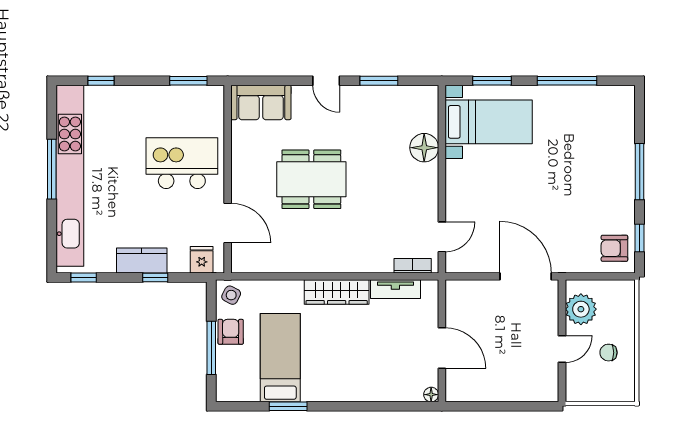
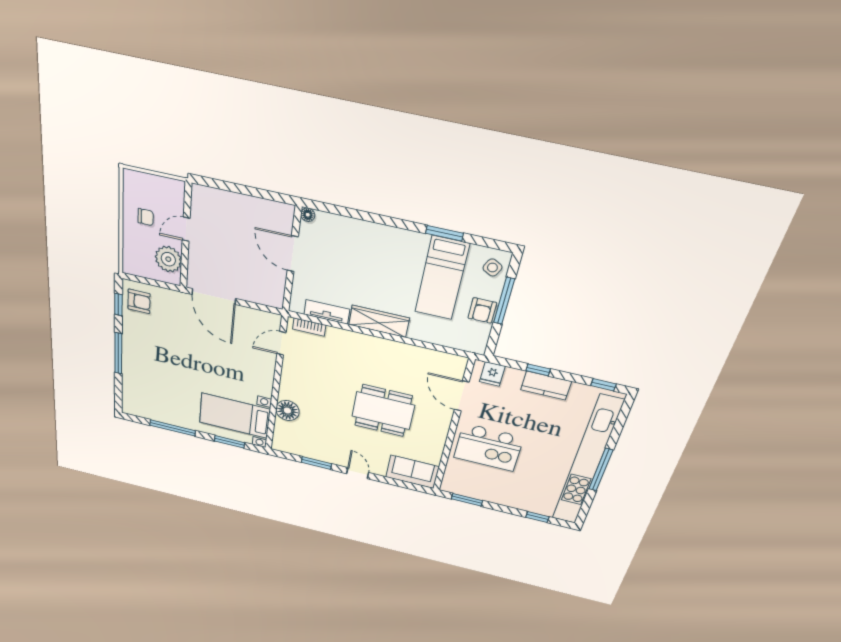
side table: (231, 295) -> (492, 268), moved

